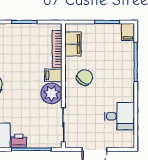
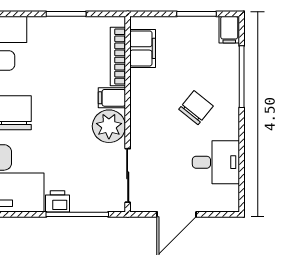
chair: (85, 77) -> (196, 108), moved

